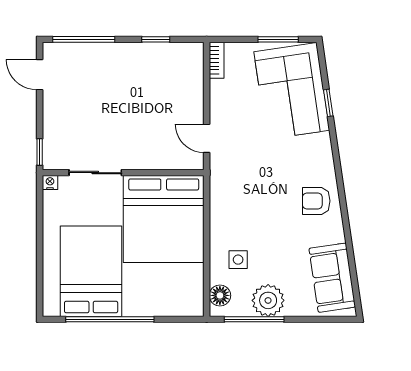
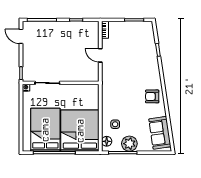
corner sofa: (292, 91) -> (141, 44), removed
door: (207, 138) -> (100, 55), moved
bed: (164, 219) -> (80, 131), moved, turned 180

